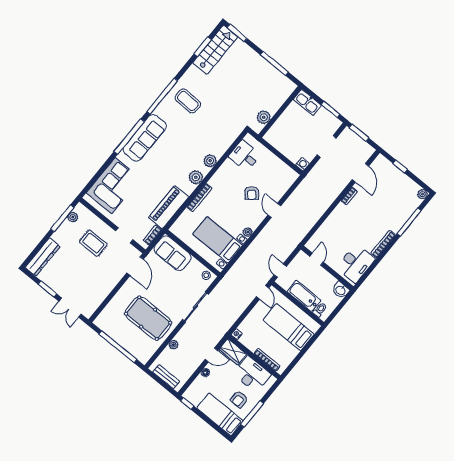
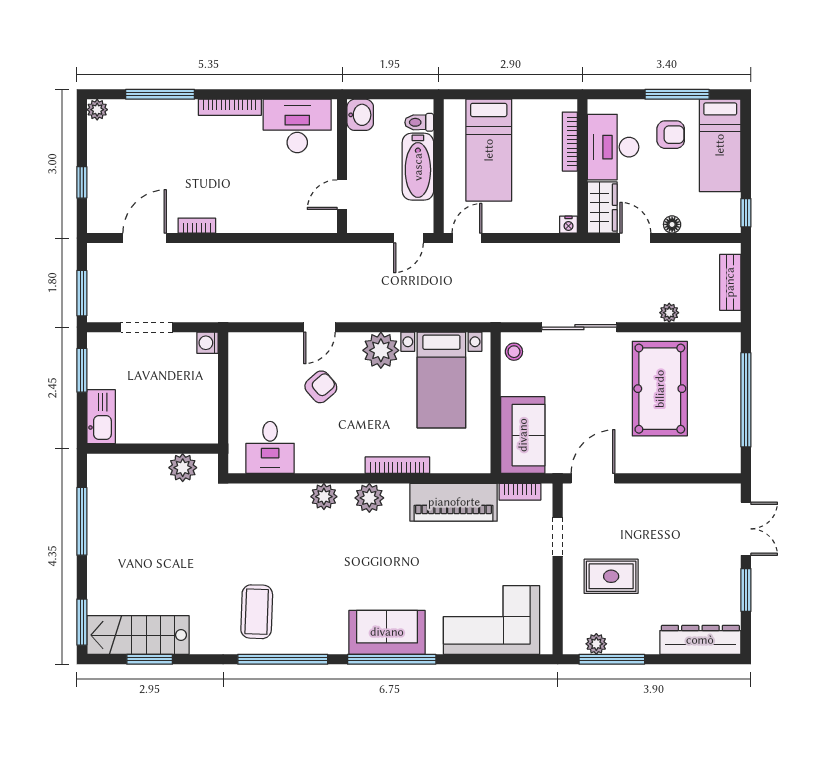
sofa: (145, 138) -> (387, 632), width x0.73
plant: (248, 232) -> (381, 350), width x1.88, depth x1.88
rug: (93, 243) -> (611, 576), turned 90

